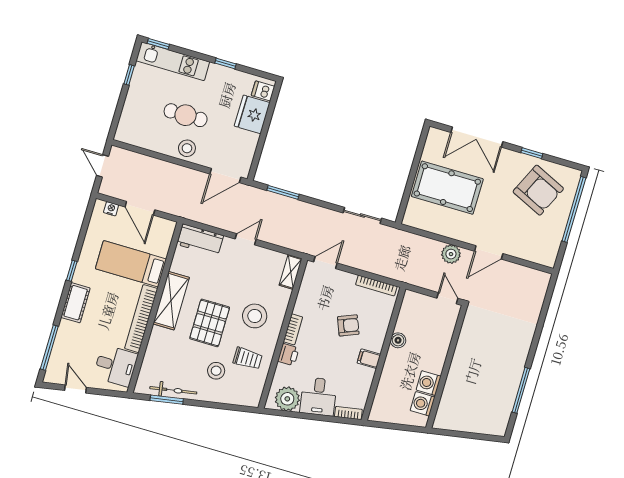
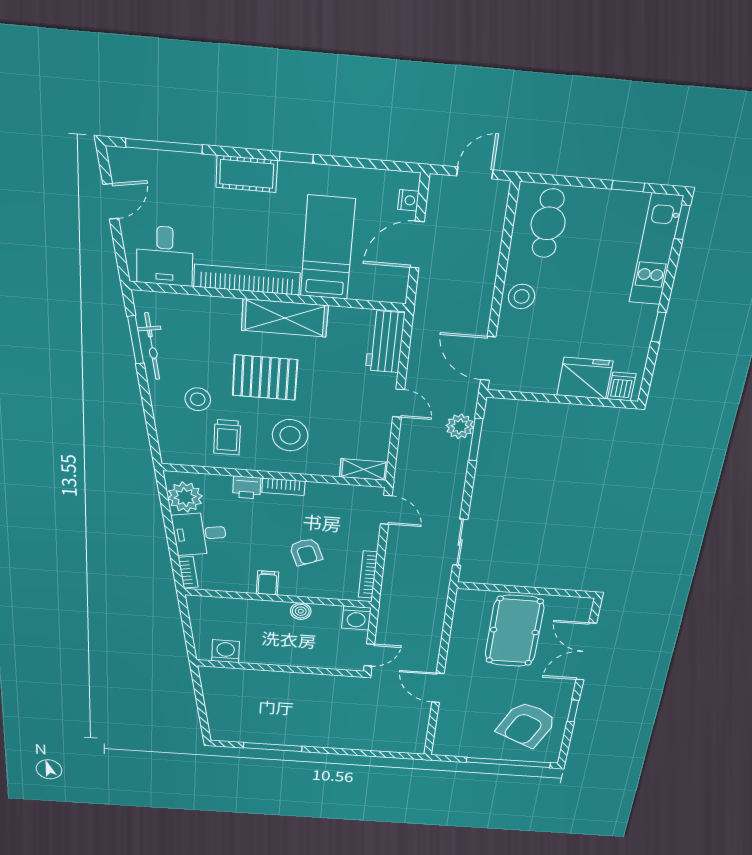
cafe table: (186, 115) -> (548, 223), moved
plant: (451, 254) -> (460, 426), moved
washing machine: (429, 383) -> (356, 618), moved, turned 180

